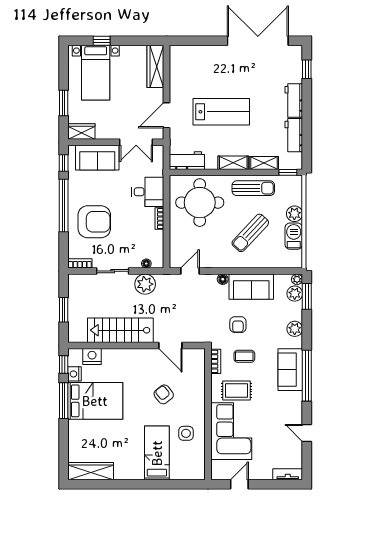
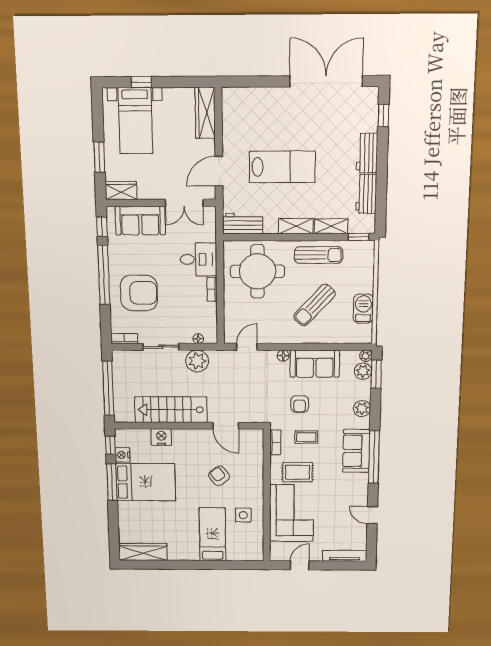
plant: (294, 214) -> (365, 284), removed
window: (64, 310) -> (108, 388), width x2.11
nightstand: (92, 356) -> (161, 437), moved
tv unit: (288, 474) -> (345, 556), width x1.41

